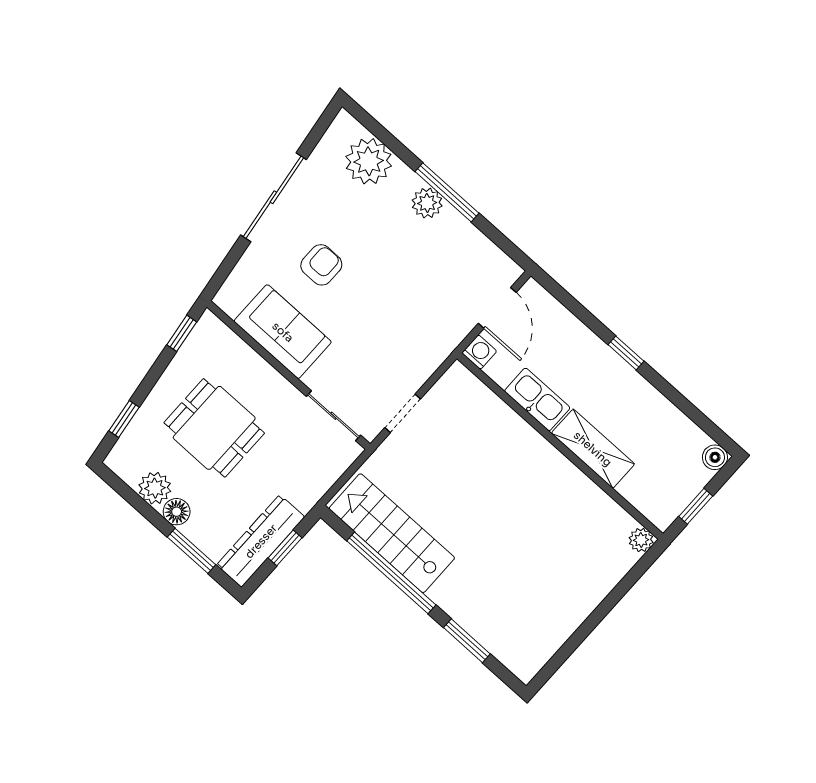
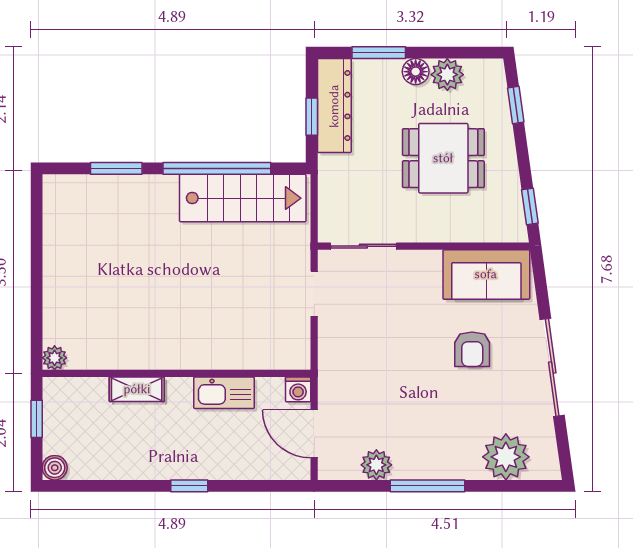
plant: (427, 203) -> (376, 465), moved
sofa: (283, 332) -> (486, 274), moved
shelving: (593, 449) -> (137, 389), width x0.67, depth x0.75

